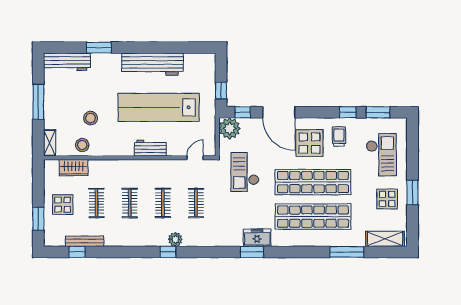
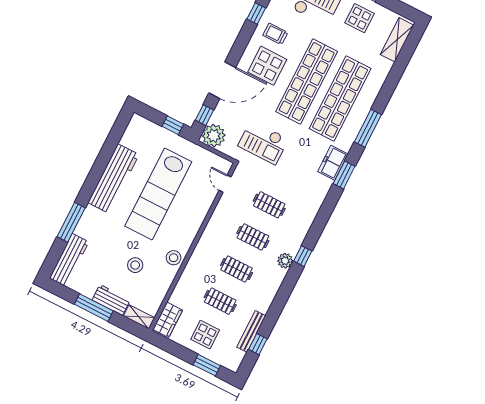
window: (99, 48) -> (71, 222), width x1.44
stool: (82, 145) -> (174, 258), moved
workbench: (150, 148) -> (111, 300), moved, turned 90
wardrobe: (74, 168) -> (168, 320), moved
plant: (175, 239) -> (285, 261), moved
window: (347, 252) -> (368, 128), moved

